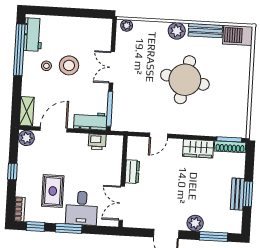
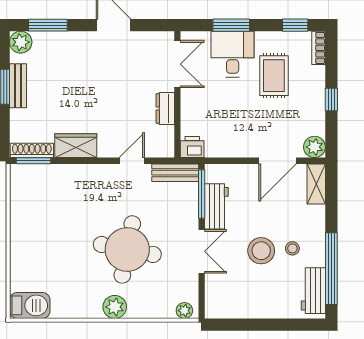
bench: (205, 31) -> (175, 173), moved
round table: (185, 80) -> (127, 249), moved
workbench: (90, 121) -> (216, 206), moved, turned -90
printer: (97, 142) -> (192, 147), moved
plant: (195, 223) -> (21, 42), moved
window: (69, 228) -> (231, 25), moved

